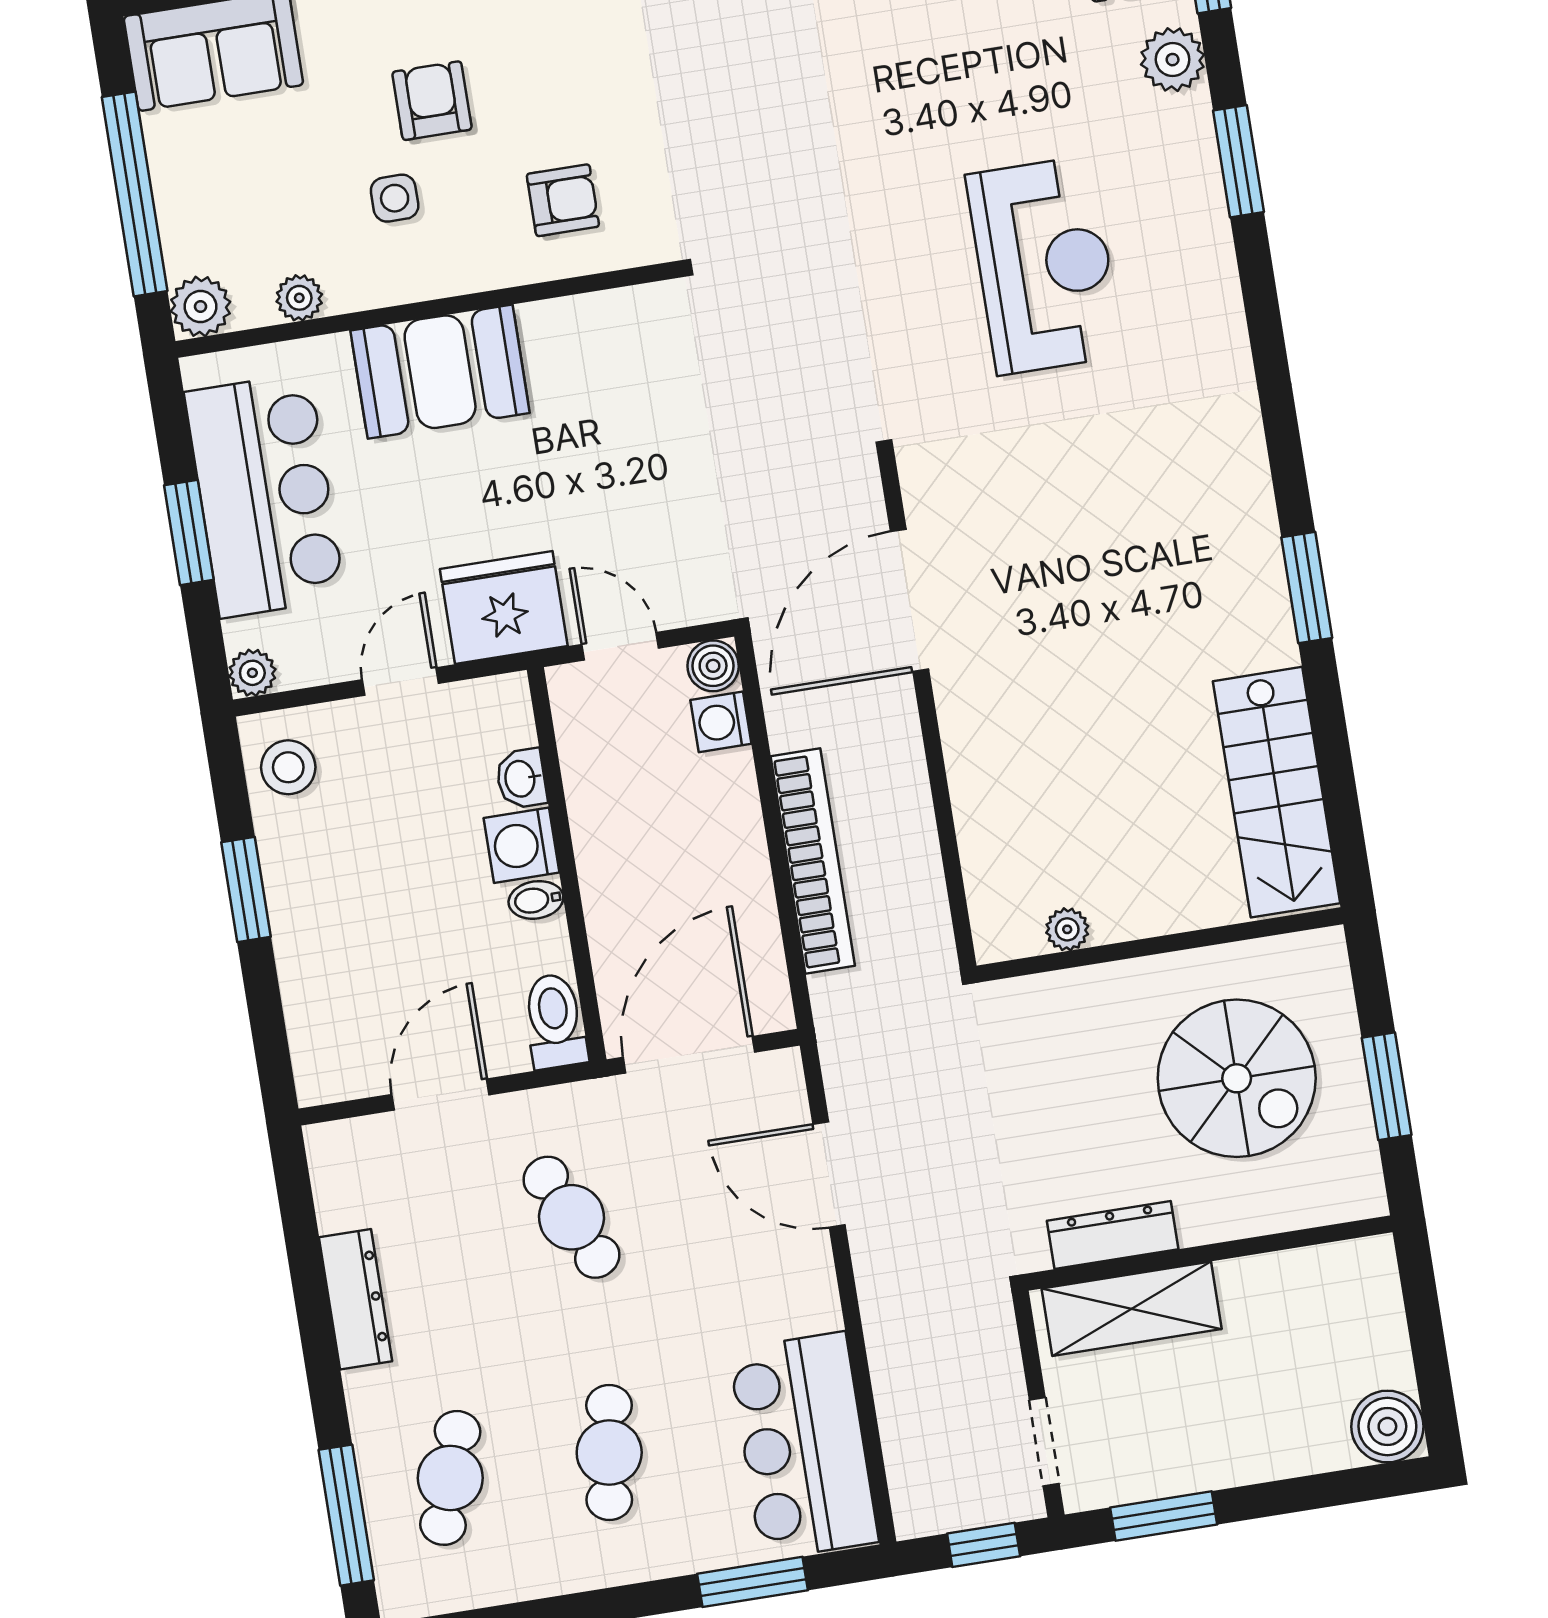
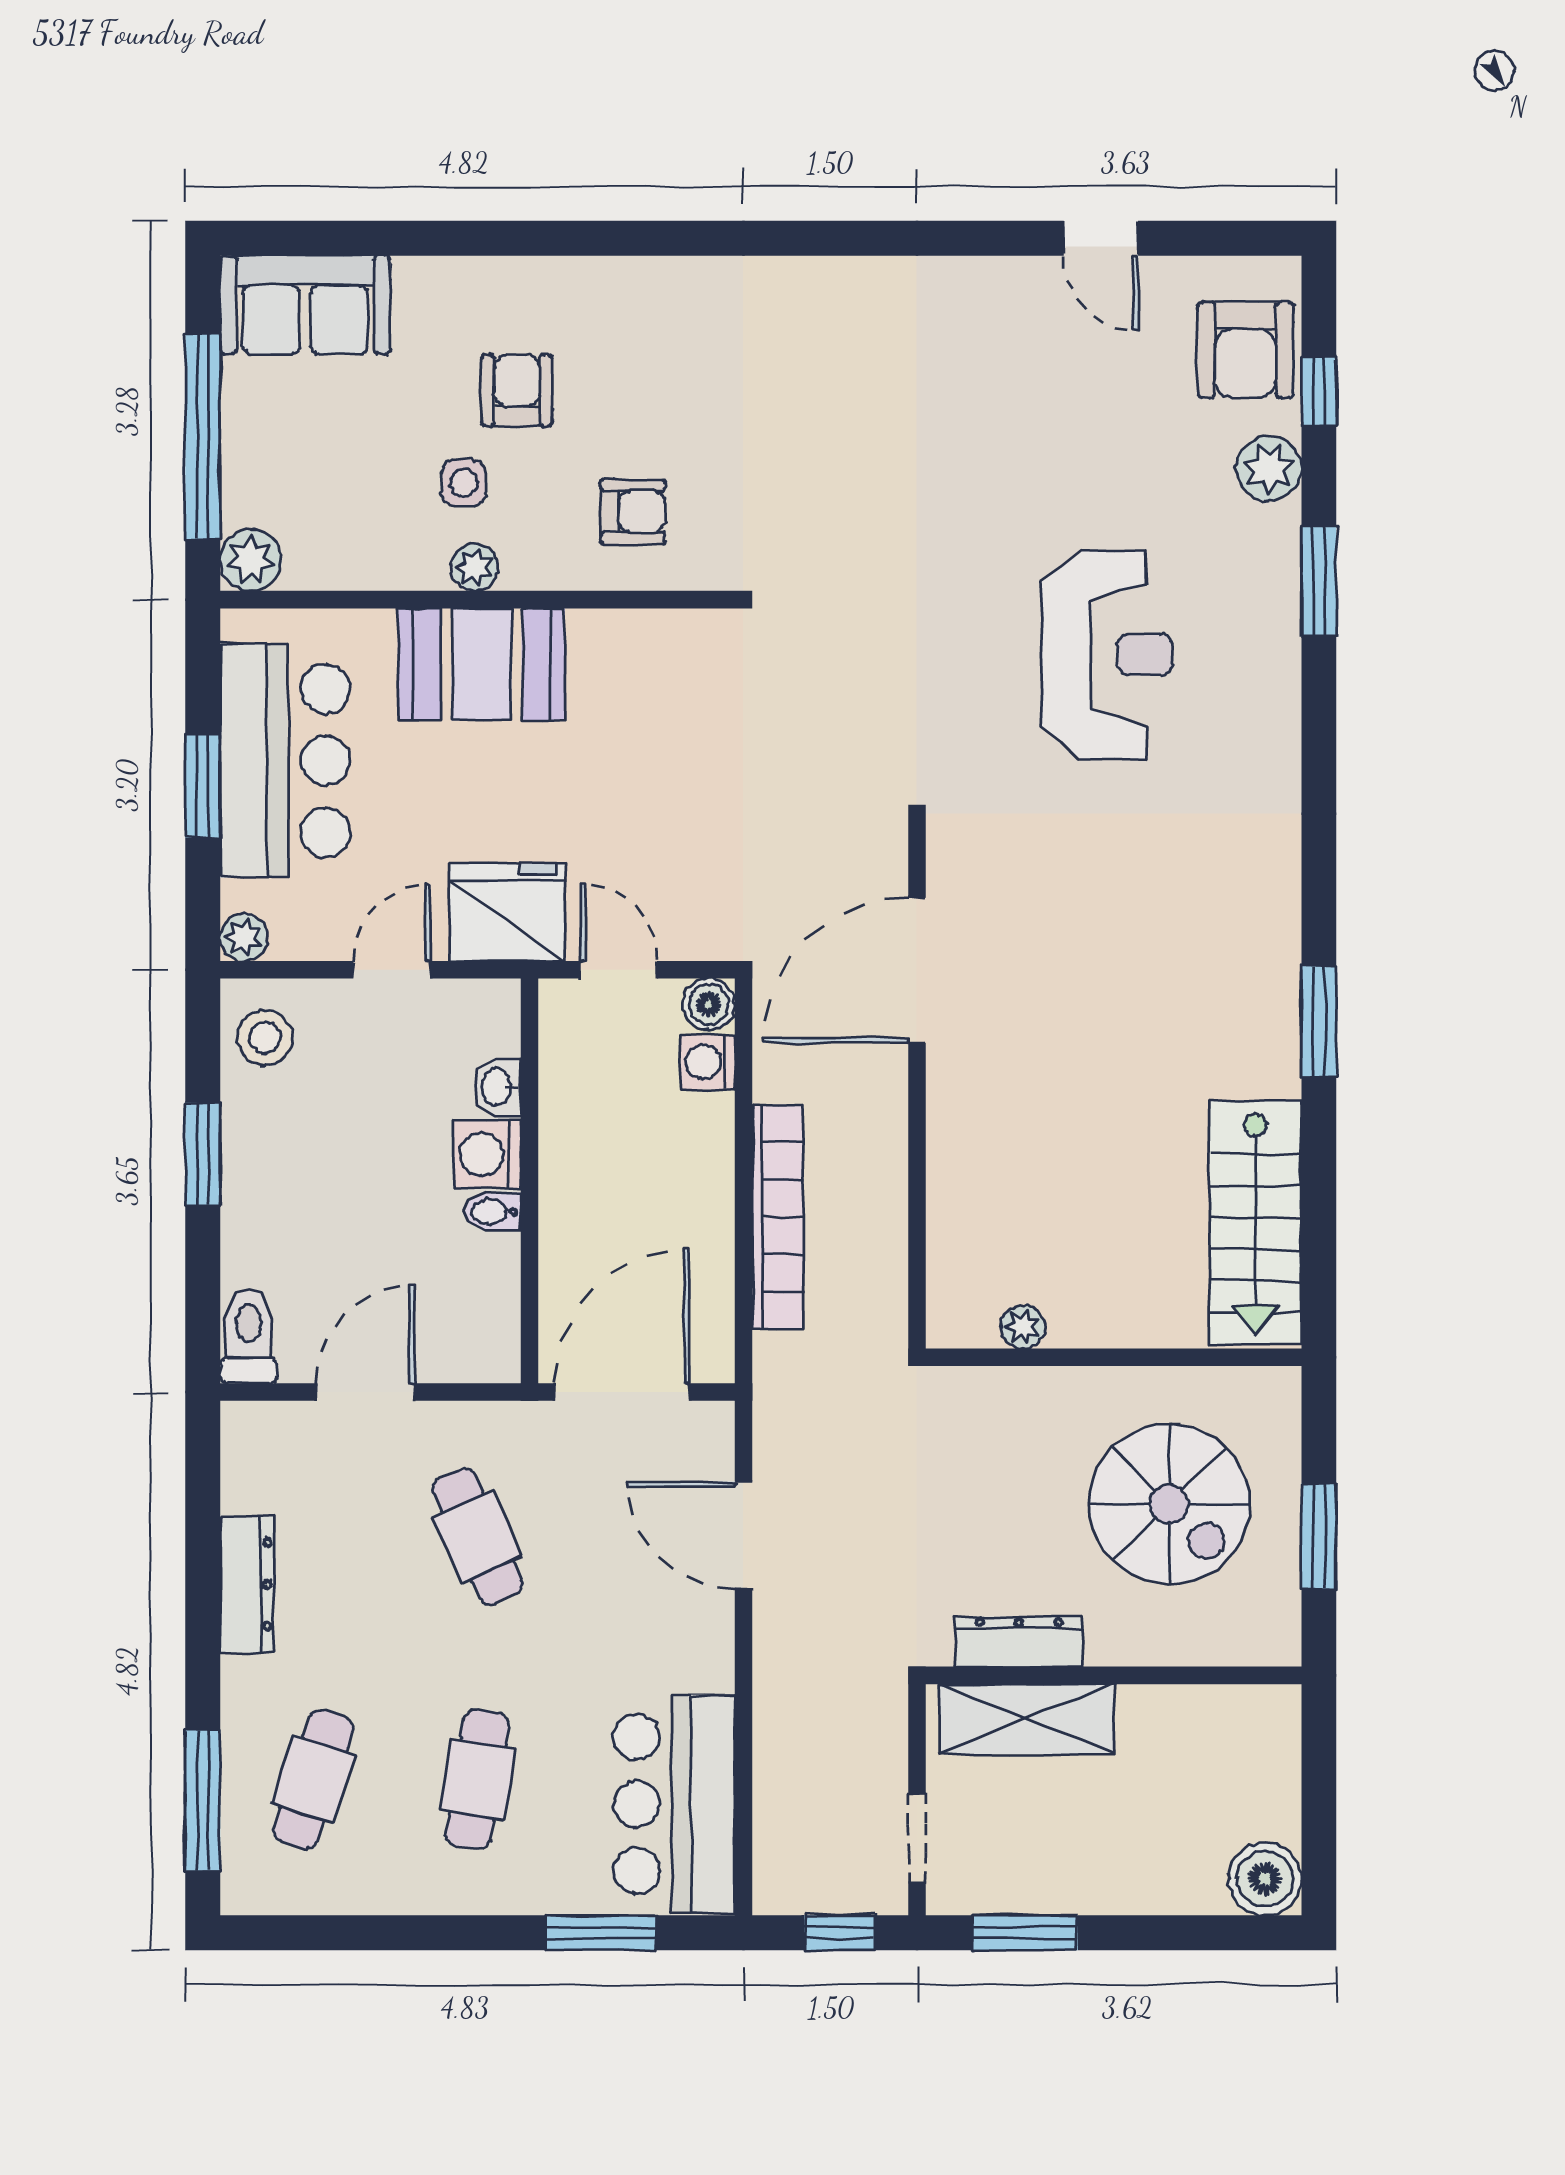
plant: (299, 298) -> (474, 567), moved
toilet: (555, 1021) -> (249, 1336), moved

